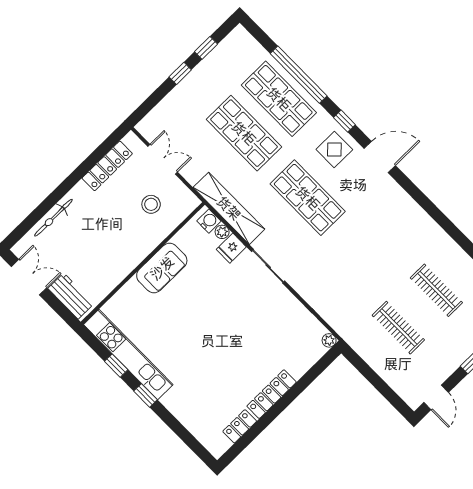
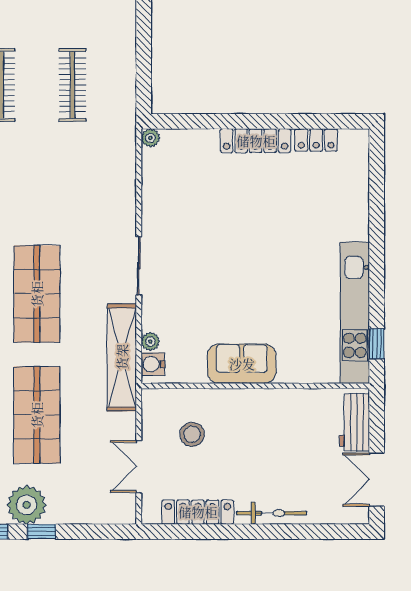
plant: (202, 80) -> (27, 505), added
bicycle: (53, 218) -> (272, 513), moved
fridge: (231, 248) -> (157, 317), removed
window: (116, 366) -> (377, 344), moved
window: (146, 395) -> (377, 258), removed

